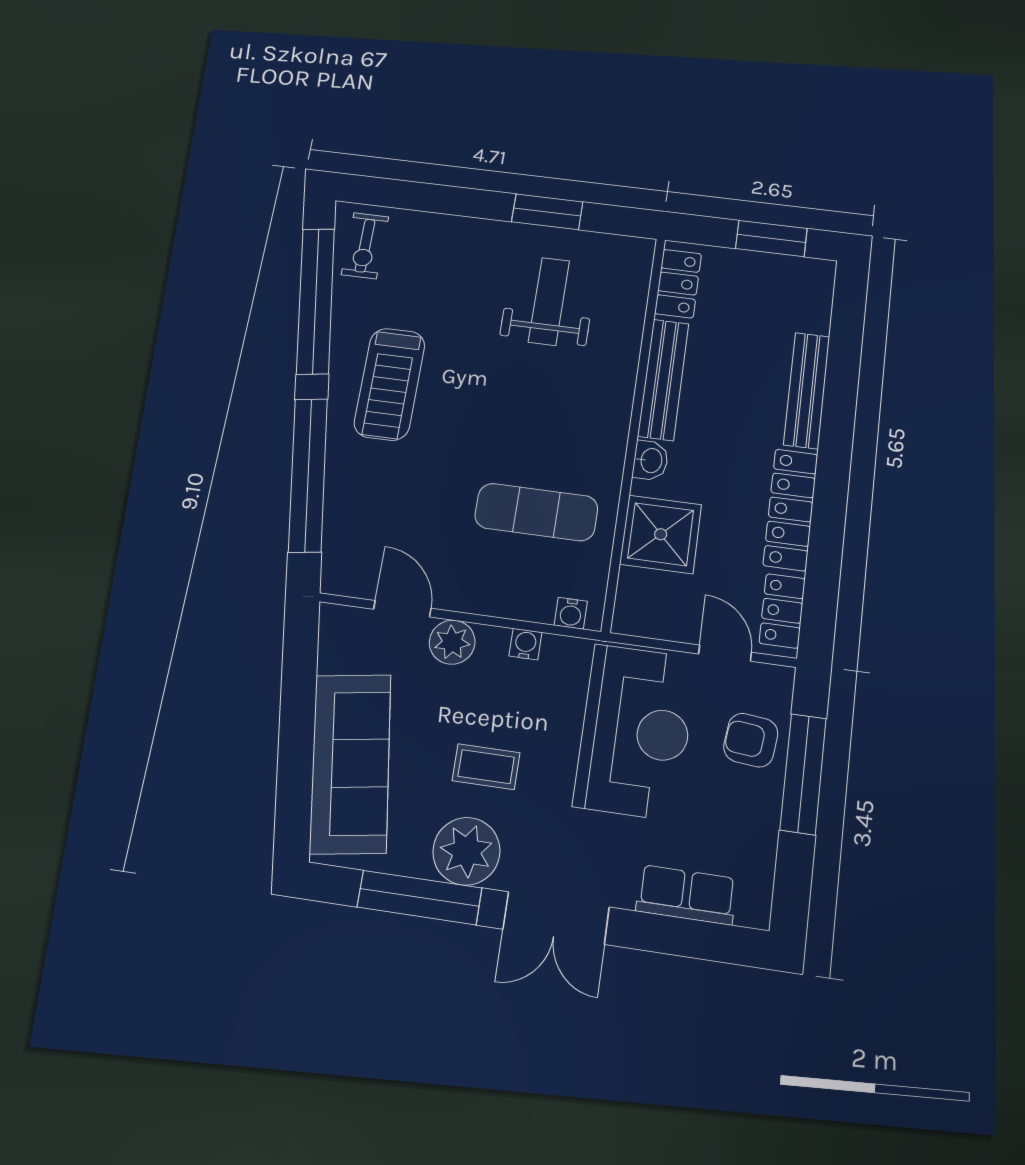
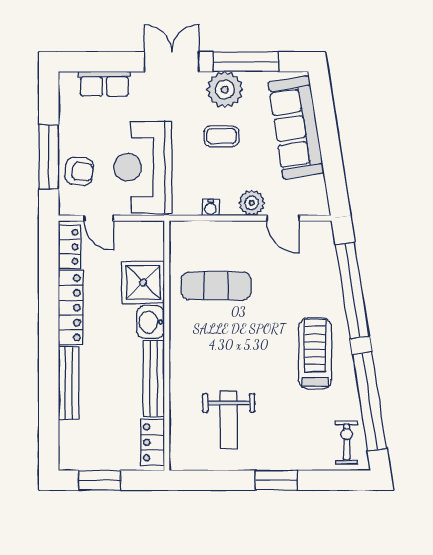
window: (547, 212) -> (276, 480), moved
washbasin: (650, 460) -> (150, 322), width x1.38, depth x1.45
water cooler: (571, 613) -> (188, 229), removed

